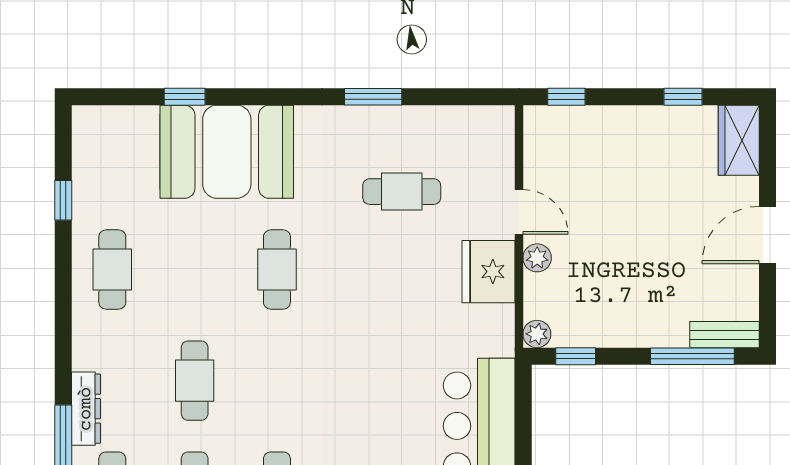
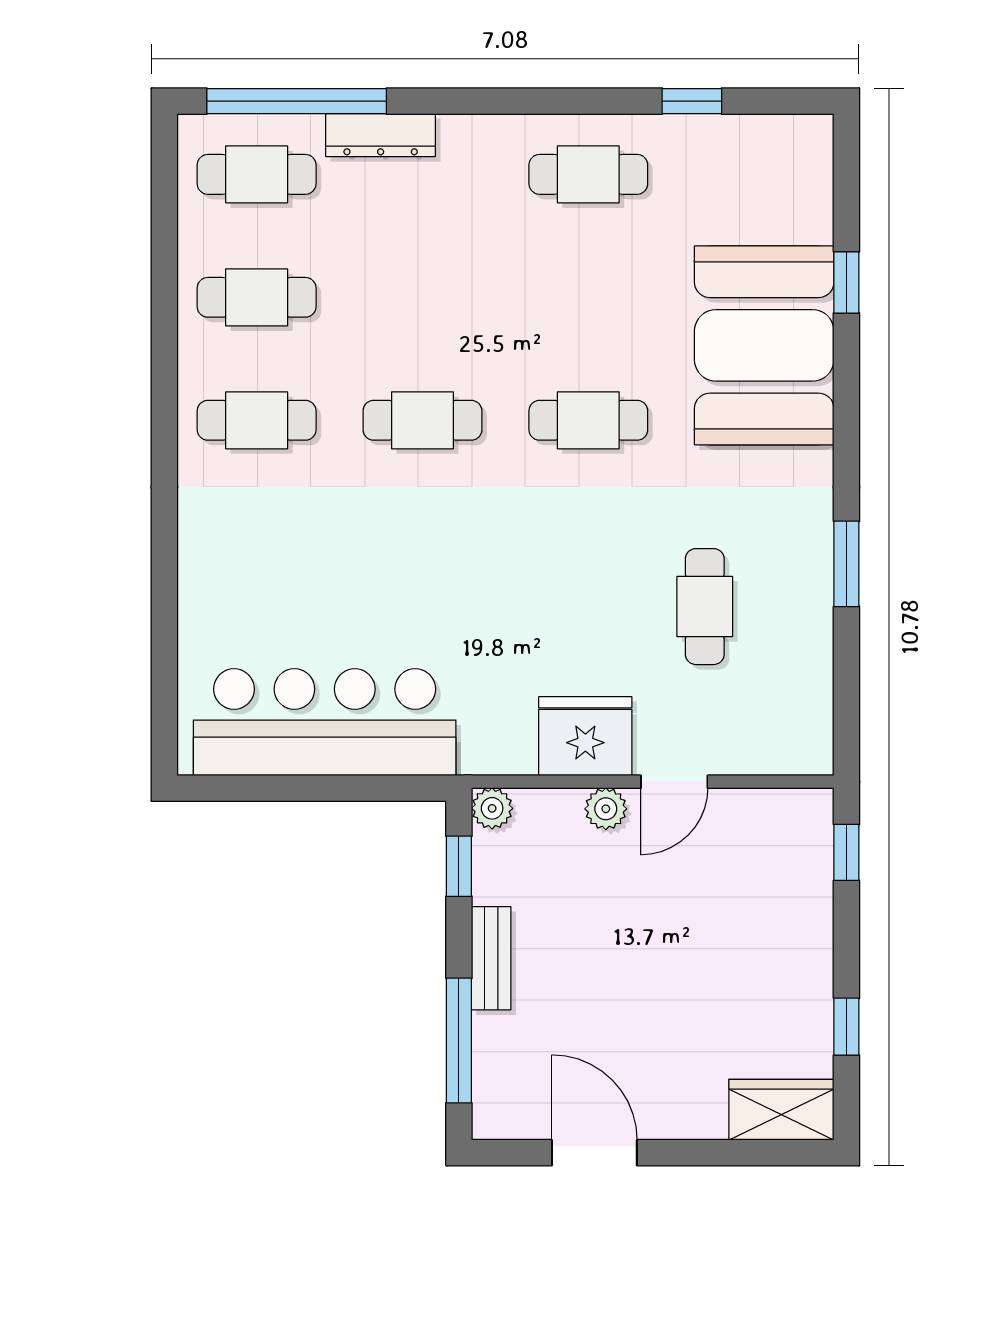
door: (767, 235) -> (594, 1153), moved
bench: (725, 335) -> (491, 958), moved
cafe table: (195, 381) -> (422, 420), moved

